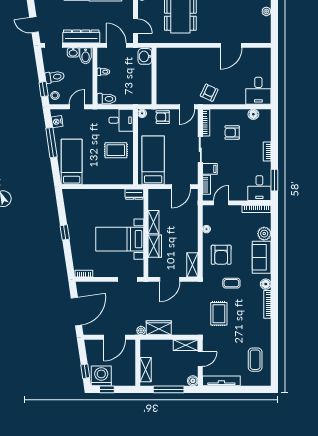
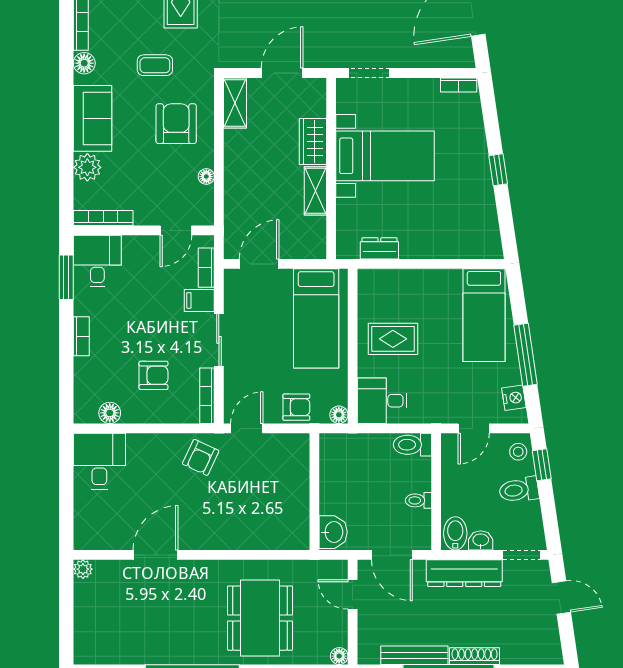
plant: (266, 11) -> (83, 569), moved
dresser: (134, 194) -> (379, 248), moved

